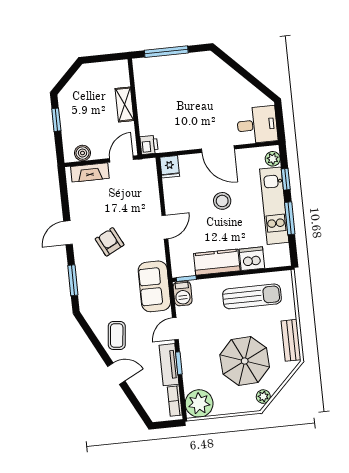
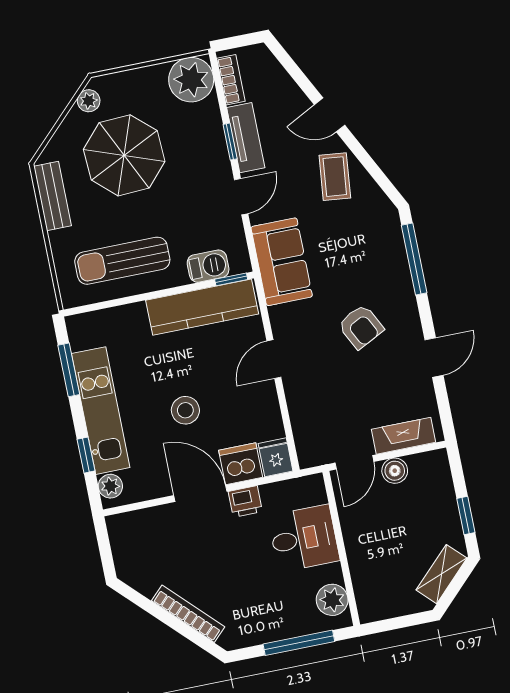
plant: (143, 76) -> (332, 600), added
bookcase: (233, 76) -> (188, 614), added
shelving: (125, 104) -> (442, 574), moved, turned 45
desk: (257, 125) -> (304, 538), moved, turned 180
printer: (149, 145) -> (245, 502), moved, turned -90
boiler: (82, 153) -> (395, 471), moved
window: (290, 218) -> (69, 370), moved
door: (68, 233) -> (434, 358), moved
dishwasher: (252, 259) -> (241, 464), moved, turned 180
kitchen counter: (217, 262) -> (202, 307), width x1.50
window: (73, 280) -> (414, 259), width x1.44
barbecue: (183, 293) -> (208, 266), moved, turned 90

